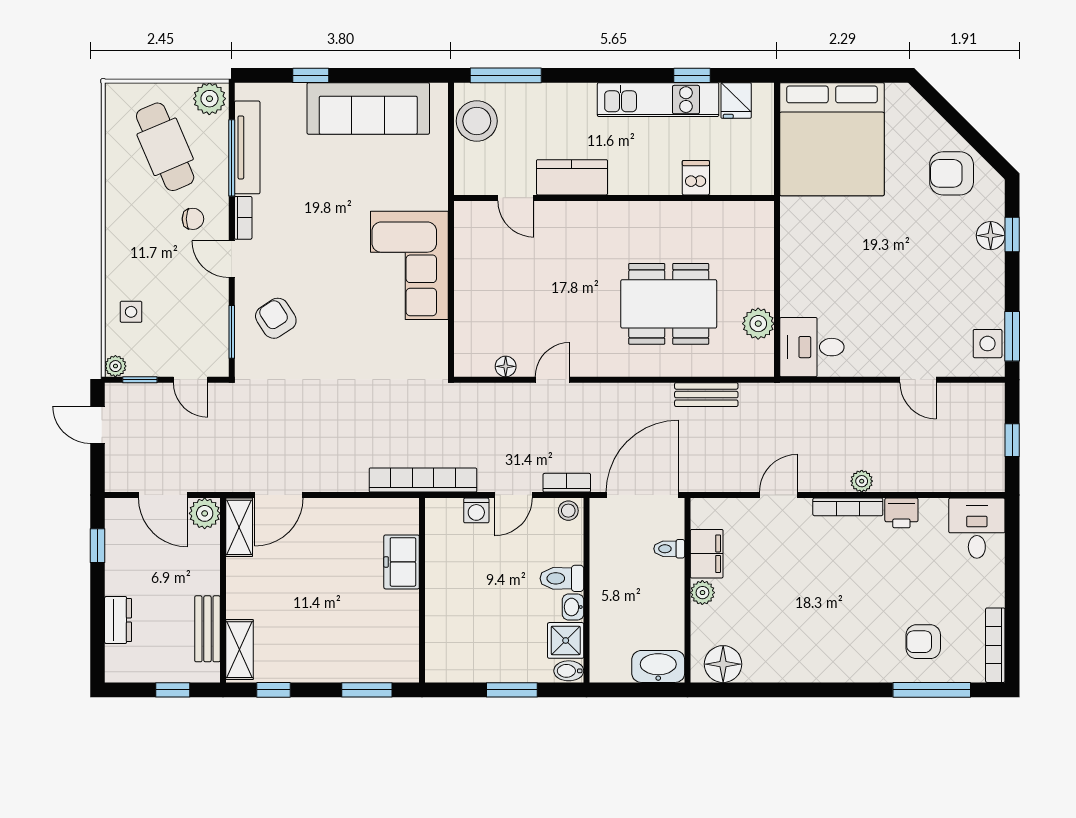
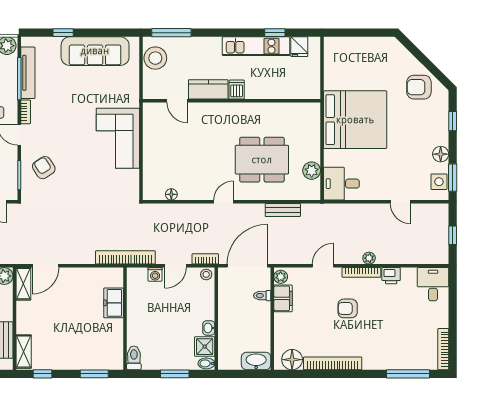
bed: (832, 139) -> (355, 120), moved, turned -90
dishwasher: (696, 178) -> (237, 90), moved
floor lamp: (991, 236) -> (441, 154), moved
door: (553, 380) -> (223, 202), moved
toilet: (562, 578) -> (134, 358), moved, turned 90
plant: (702, 593) -> (281, 277), moved
armchair: (923, 642) -> (348, 308), moved
bookcase: (796, 671) -> (333, 363), added

